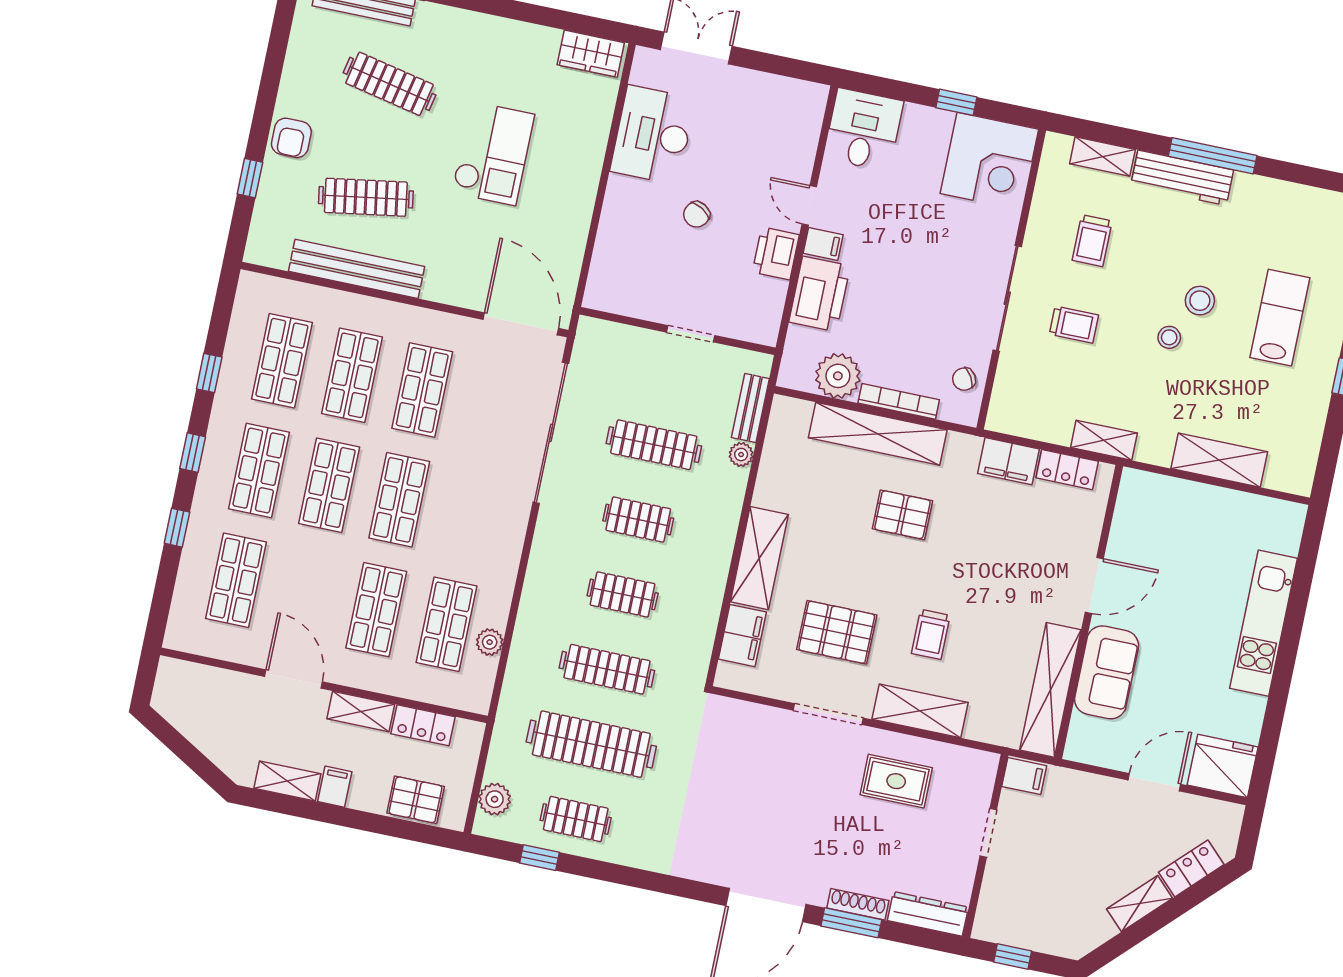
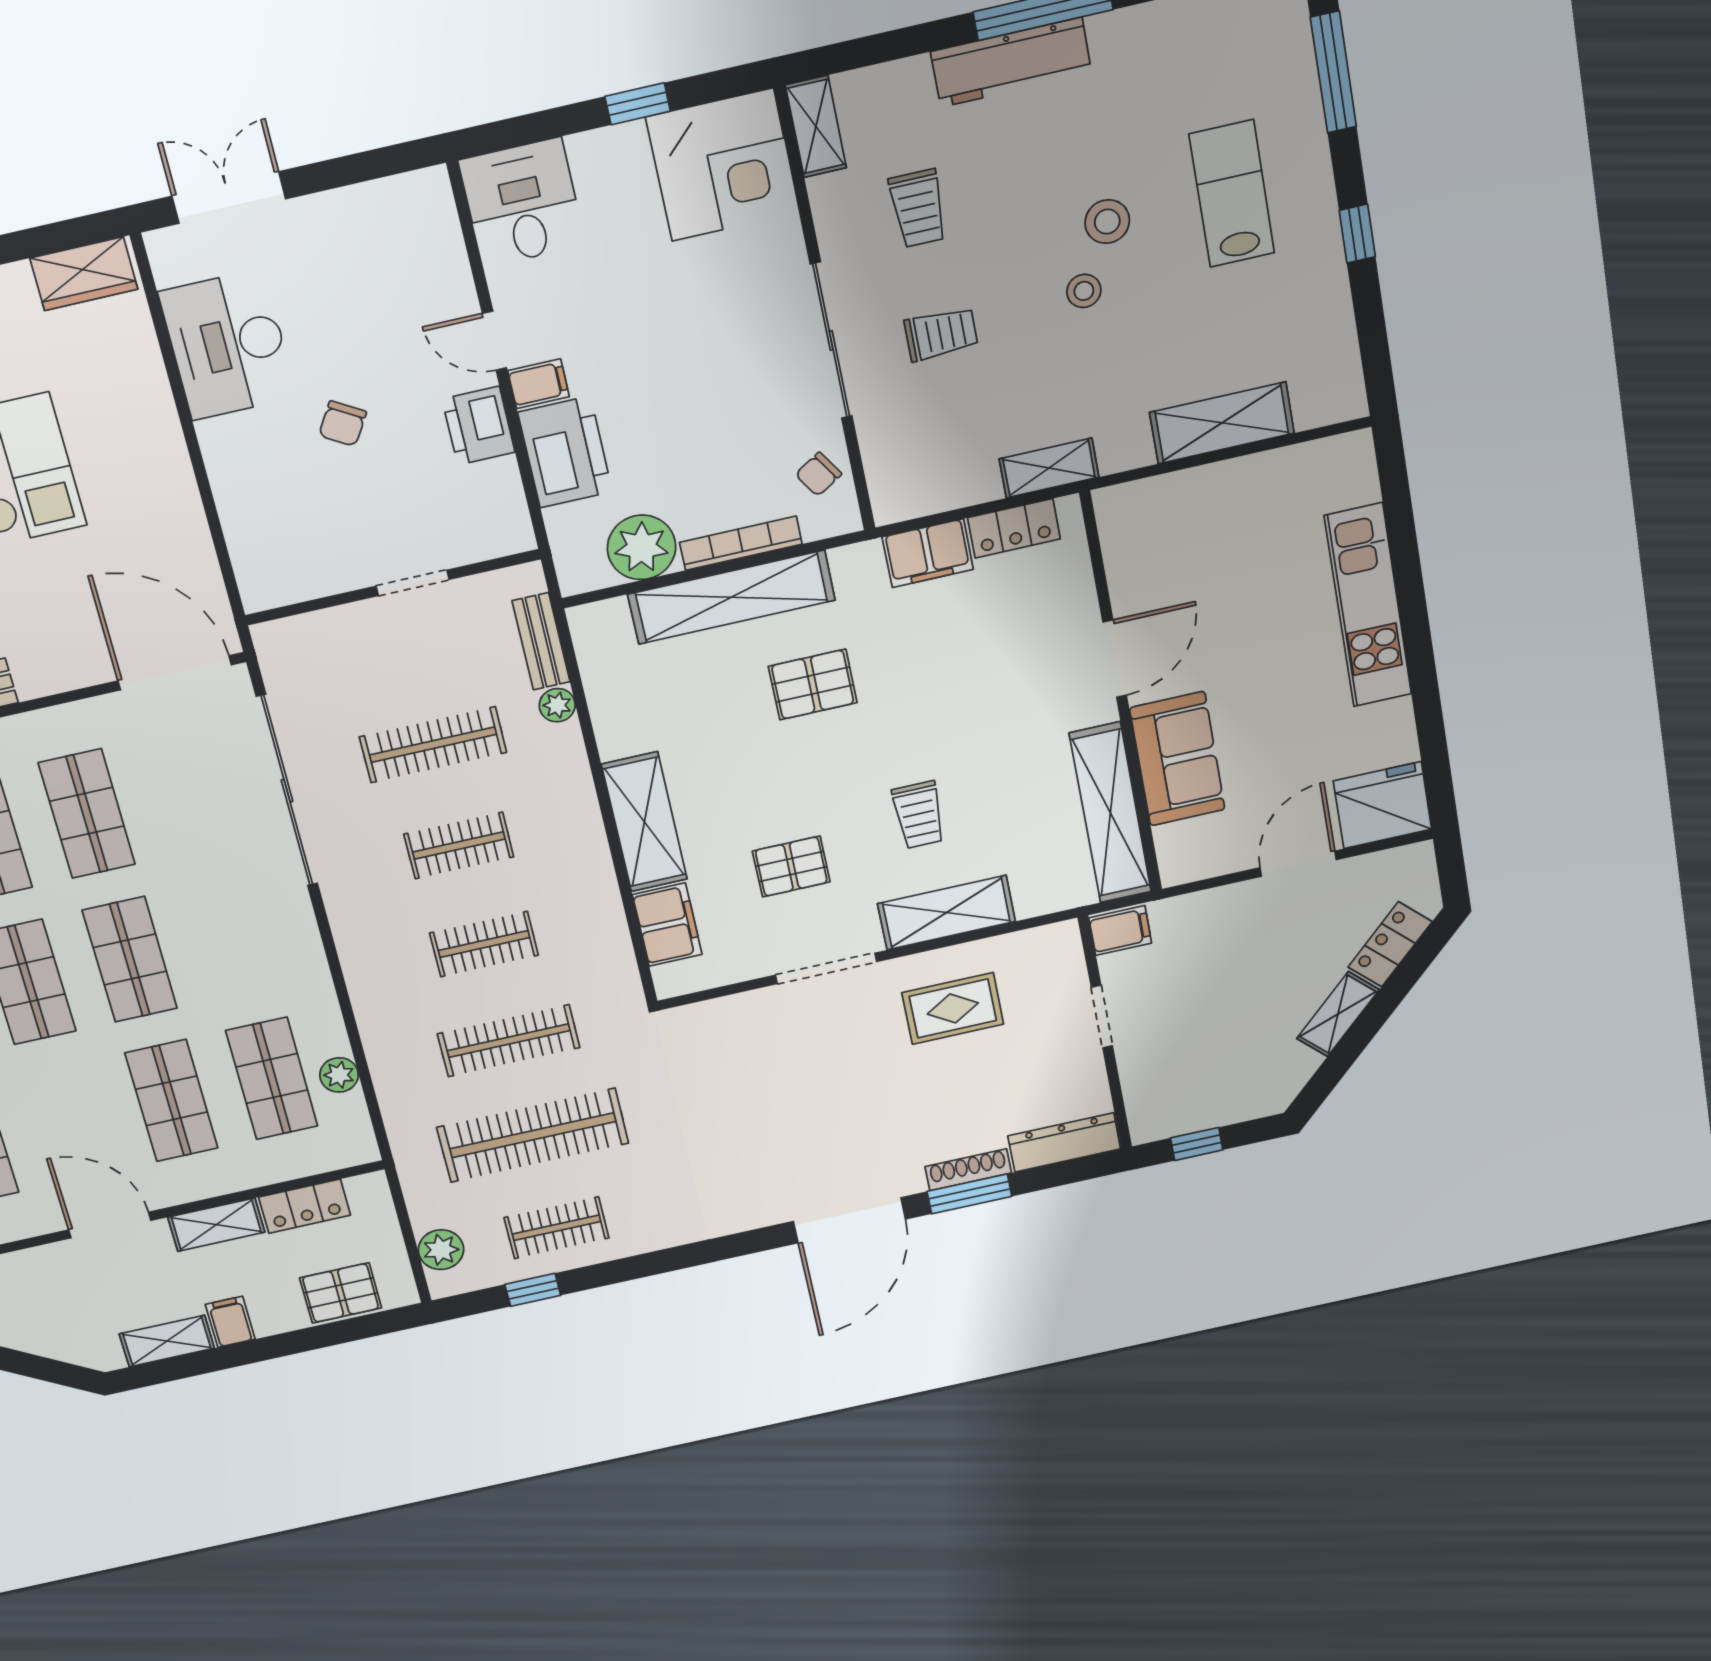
shelving: (1102, 157) -> (816, 126), moved, turned 90
pallet: (837, 632) -> (791, 867), width x0.67, depth x0.71

